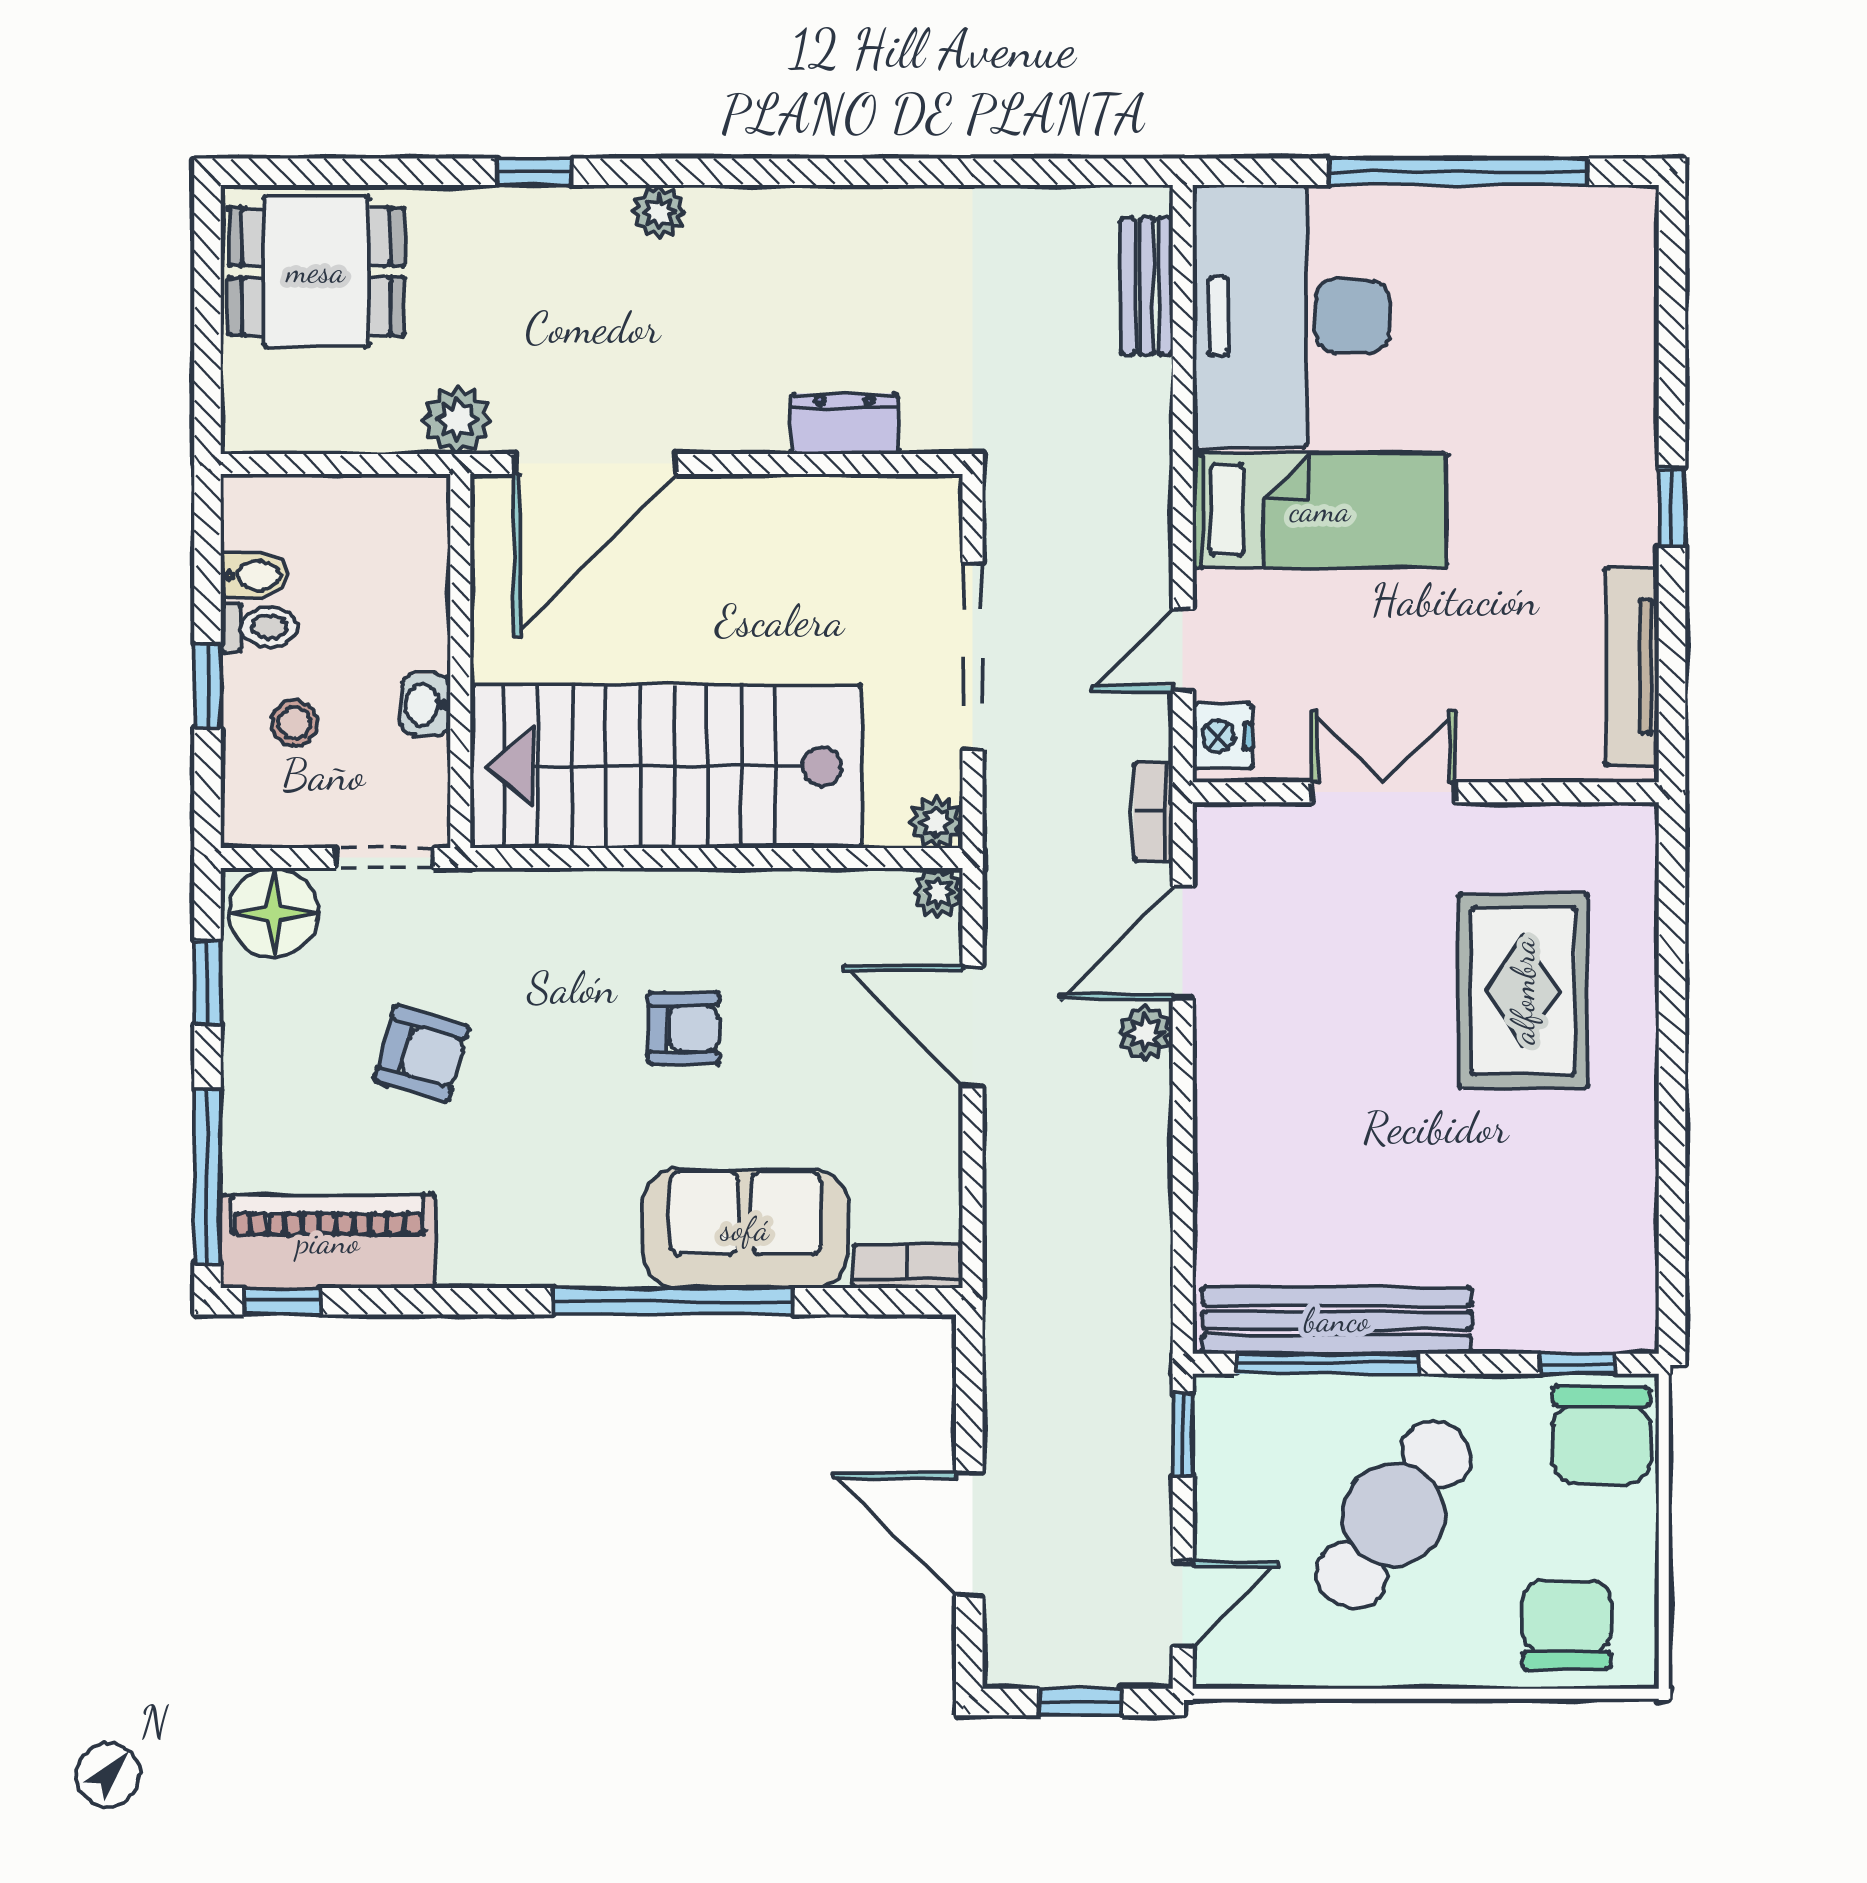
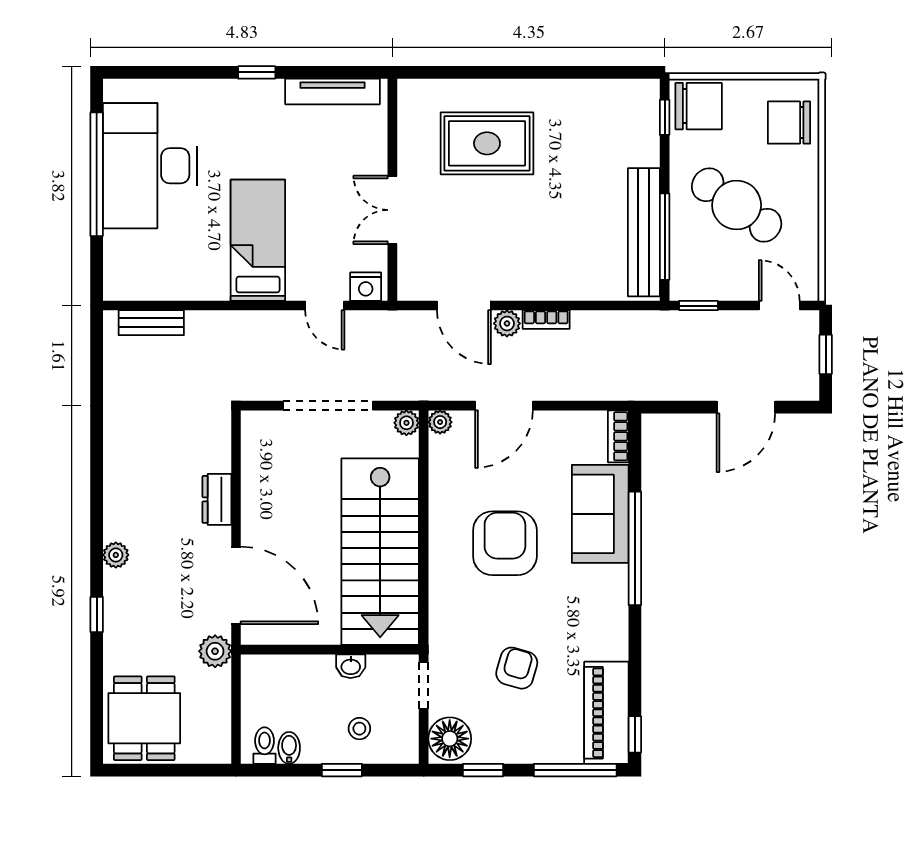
desk: (1291, 316) -> (150, 166), moved, turned 90
dresser: (845, 424) -> (217, 499), moved
toilet: (259, 627) -> (265, 746), moved
bookcase: (1153, 811) -> (546, 320), moved
armchair: (684, 1029) -> (505, 543), width x1.88, depth x1.88

